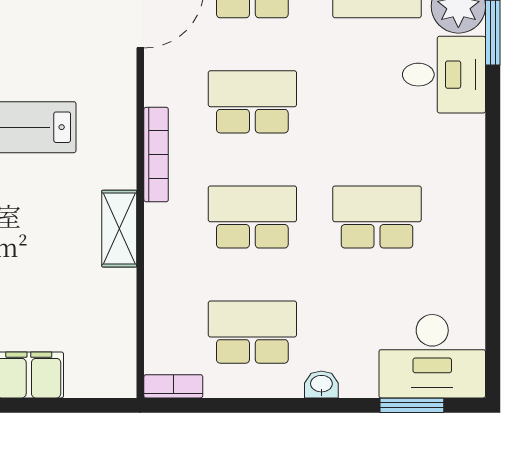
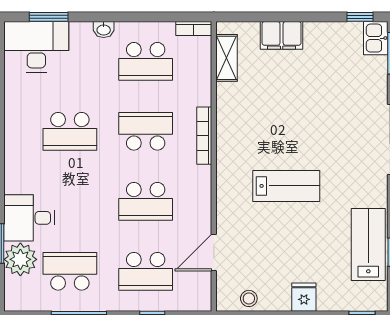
bookcase: (156, 155) -> (204, 136), moved
school desk: (252, 217) -> (146, 131), turned 180
shelving: (119, 229) -> (227, 58), moved

